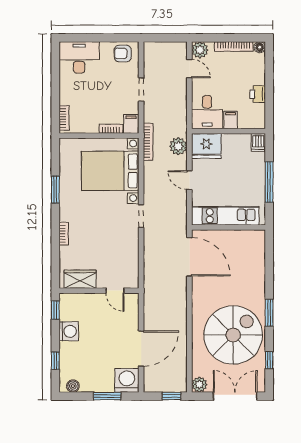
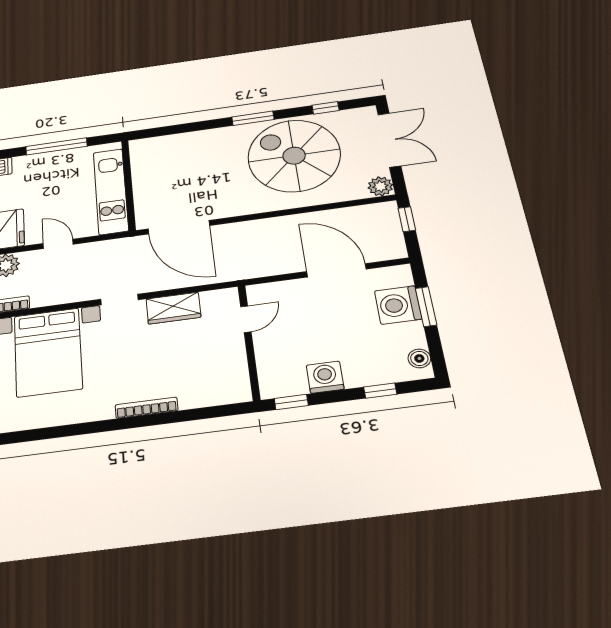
door: (189, 180) -> (58, 244), swing flipped
window: (55, 190) -> (83, 429), removed
bookcase: (64, 234) -> (147, 408), width x1.56
door: (189, 257) -> (179, 227), swing flipped
wardrobe: (80, 279) -> (173, 308), moved, turned -90
washing machine: (127, 380) -> (398, 305), moved
double door: (235, 396) -> (389, 140), swing flipped

